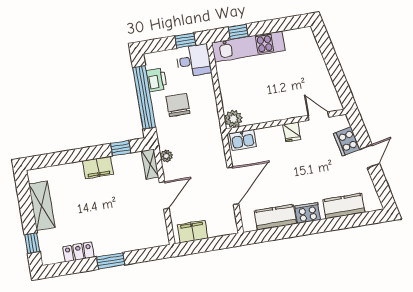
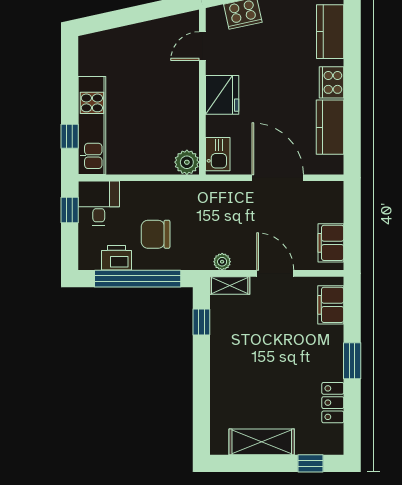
fridge: (292, 132) -> (222, 95), width x1.88, depth x1.34
filing cabinet: (98, 168) -> (331, 305), moved, turned 180

